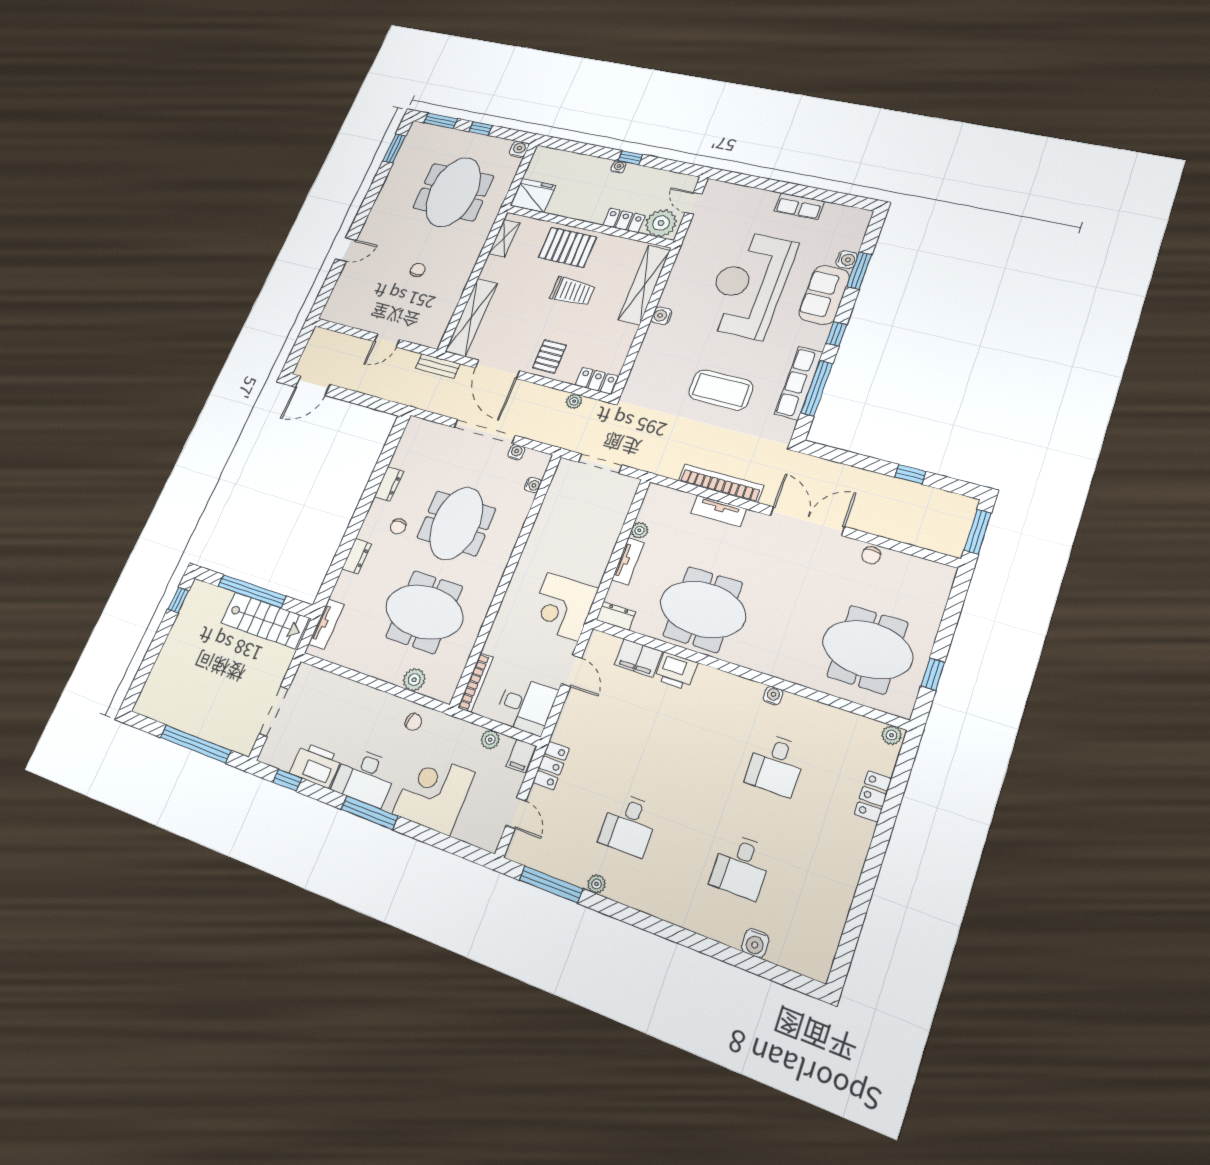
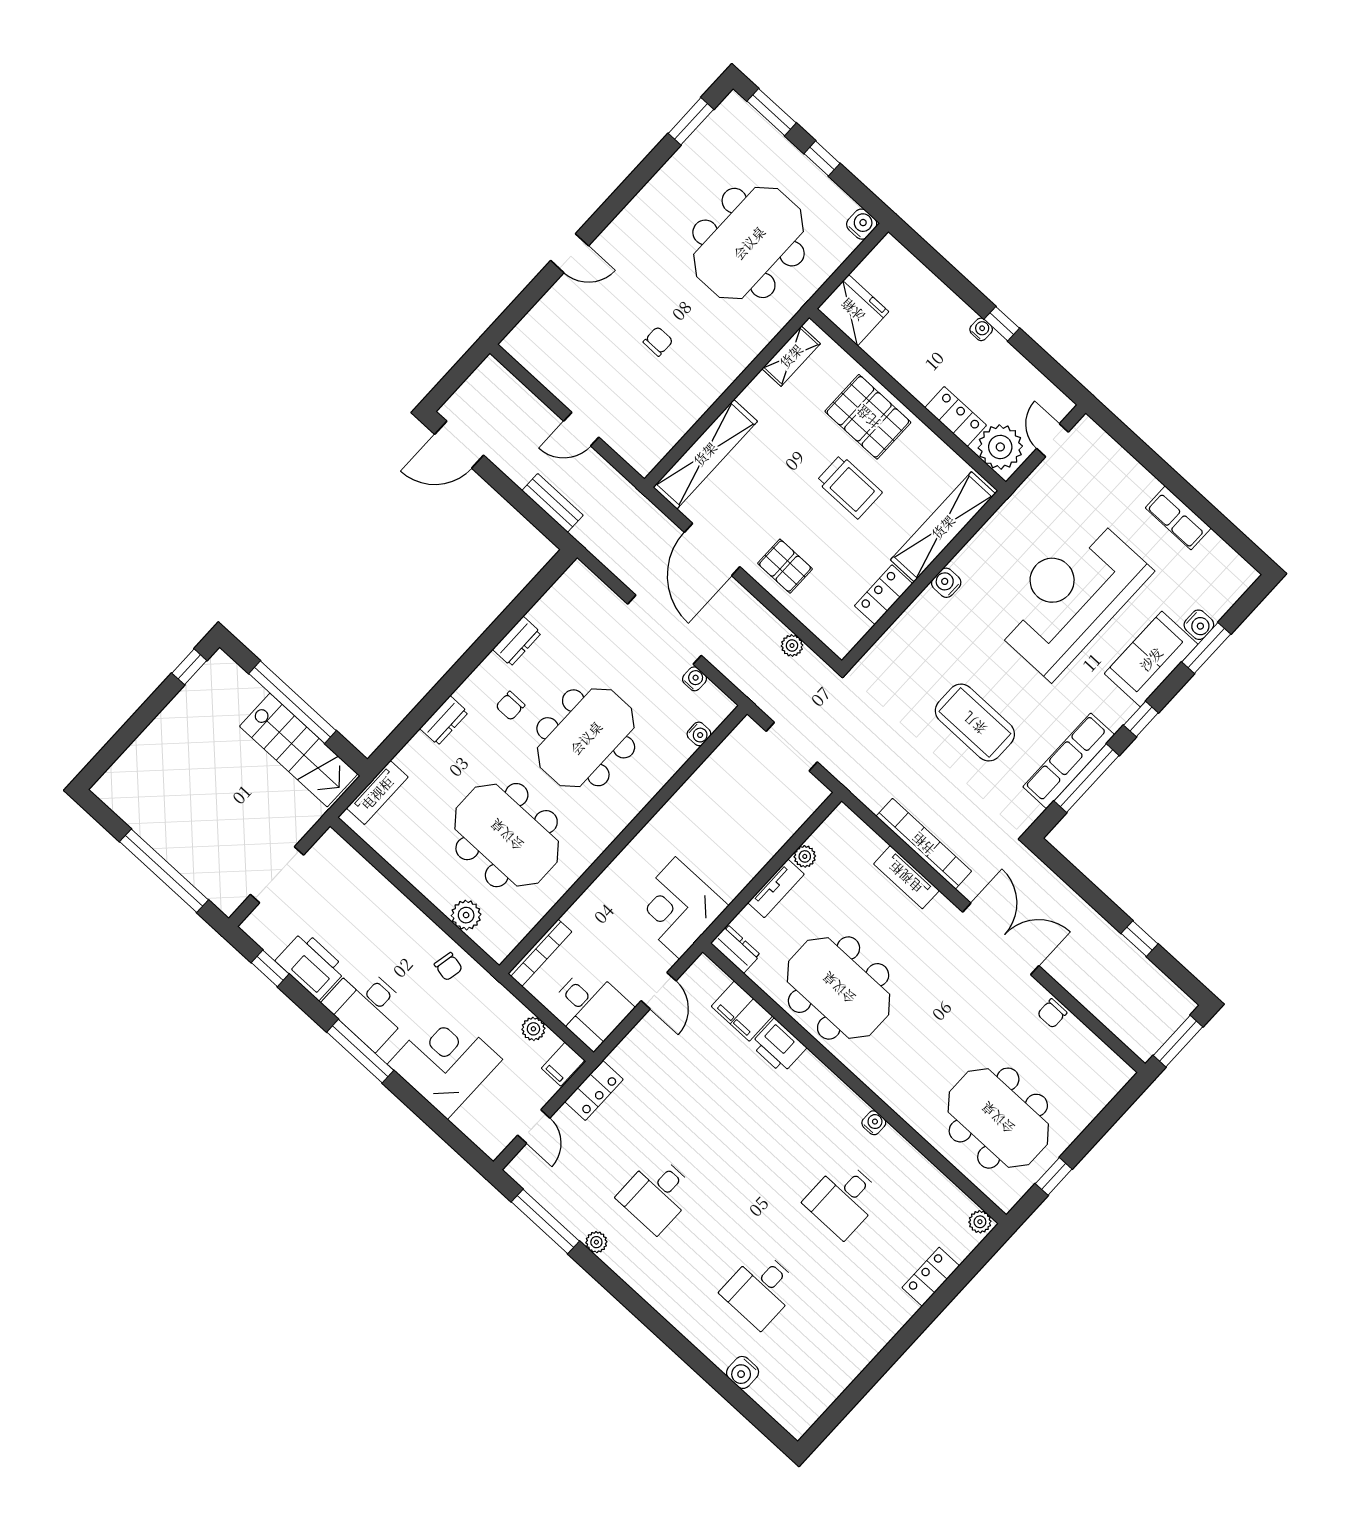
pallet: (549, 356) -> (785, 566), turned 90
bench: (438, 366) -> (553, 503), moved
locker: (597, 381) -> (884, 595), moved, turned -90

